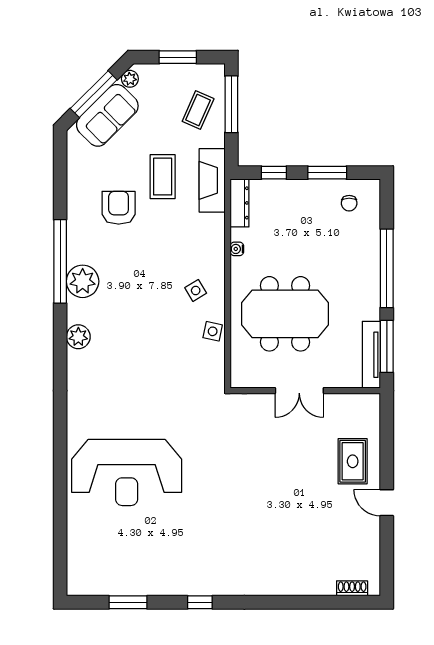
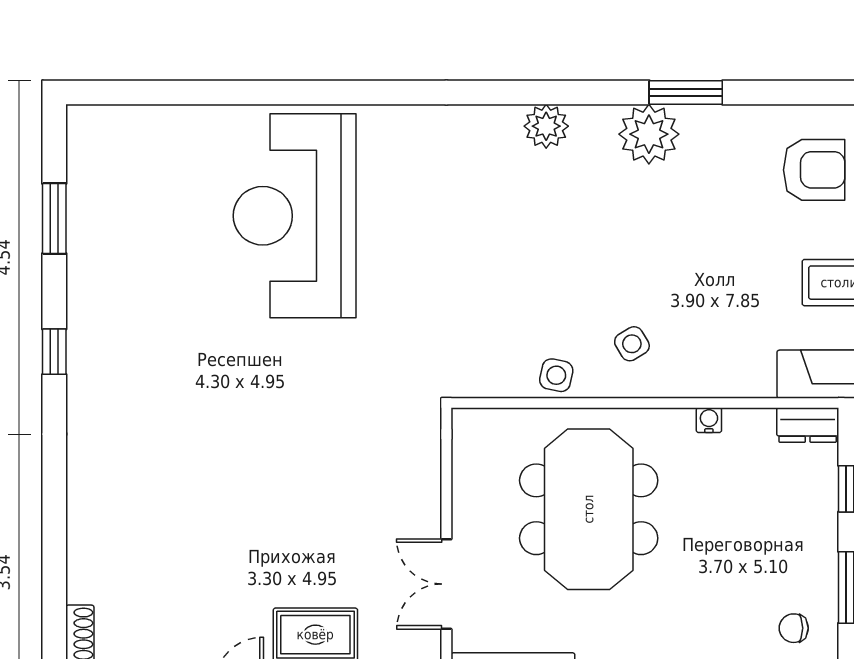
dresser: (240, 203) -> (808, 425), width x0.70
armchair: (119, 208) -> (814, 170), moved
window: (60, 261) -> (686, 92), width x0.47
double door: (299, 391) -> (446, 584), moved

